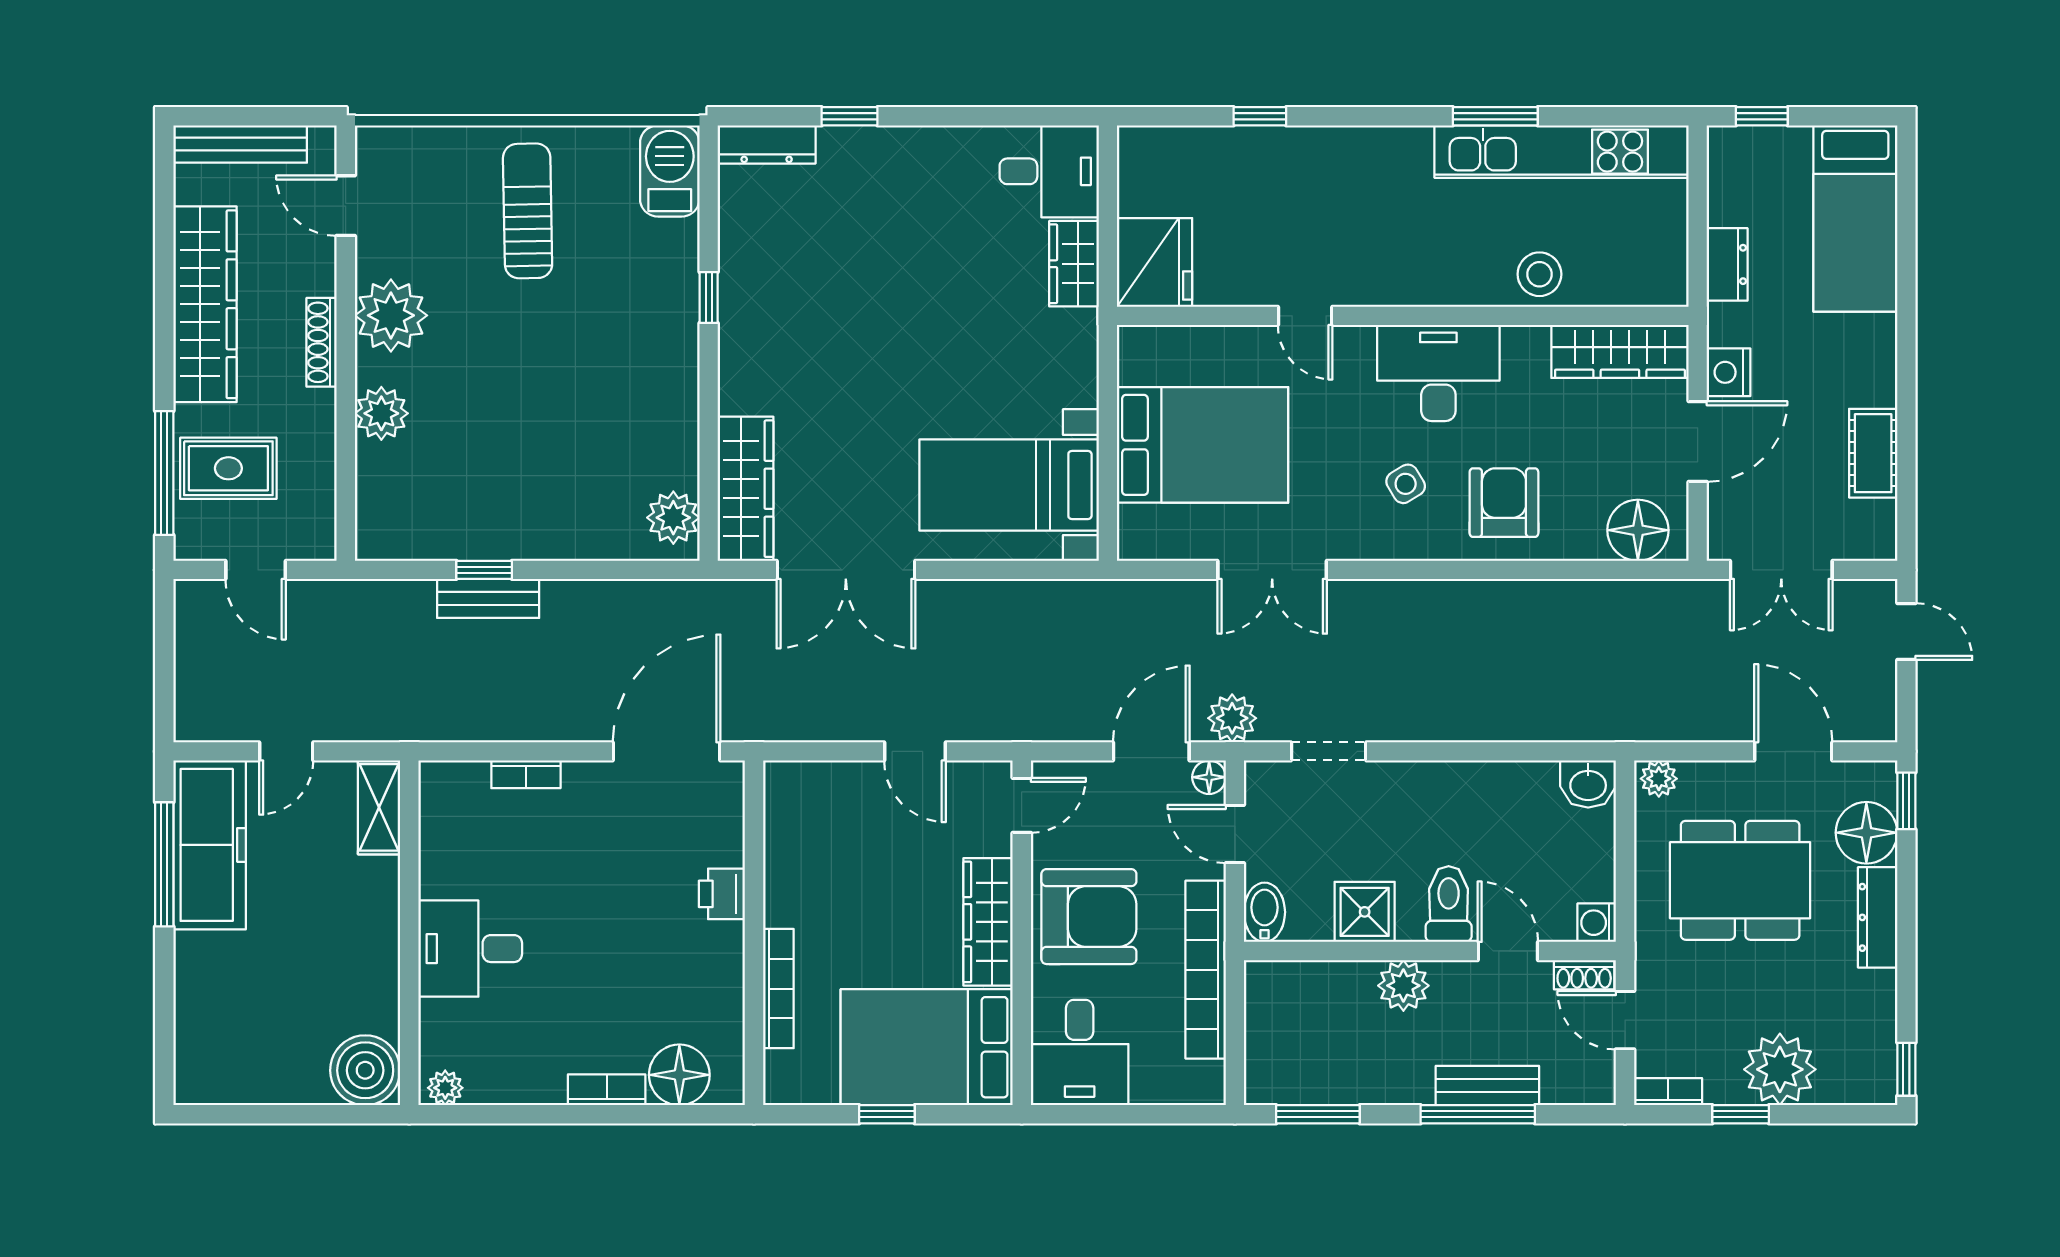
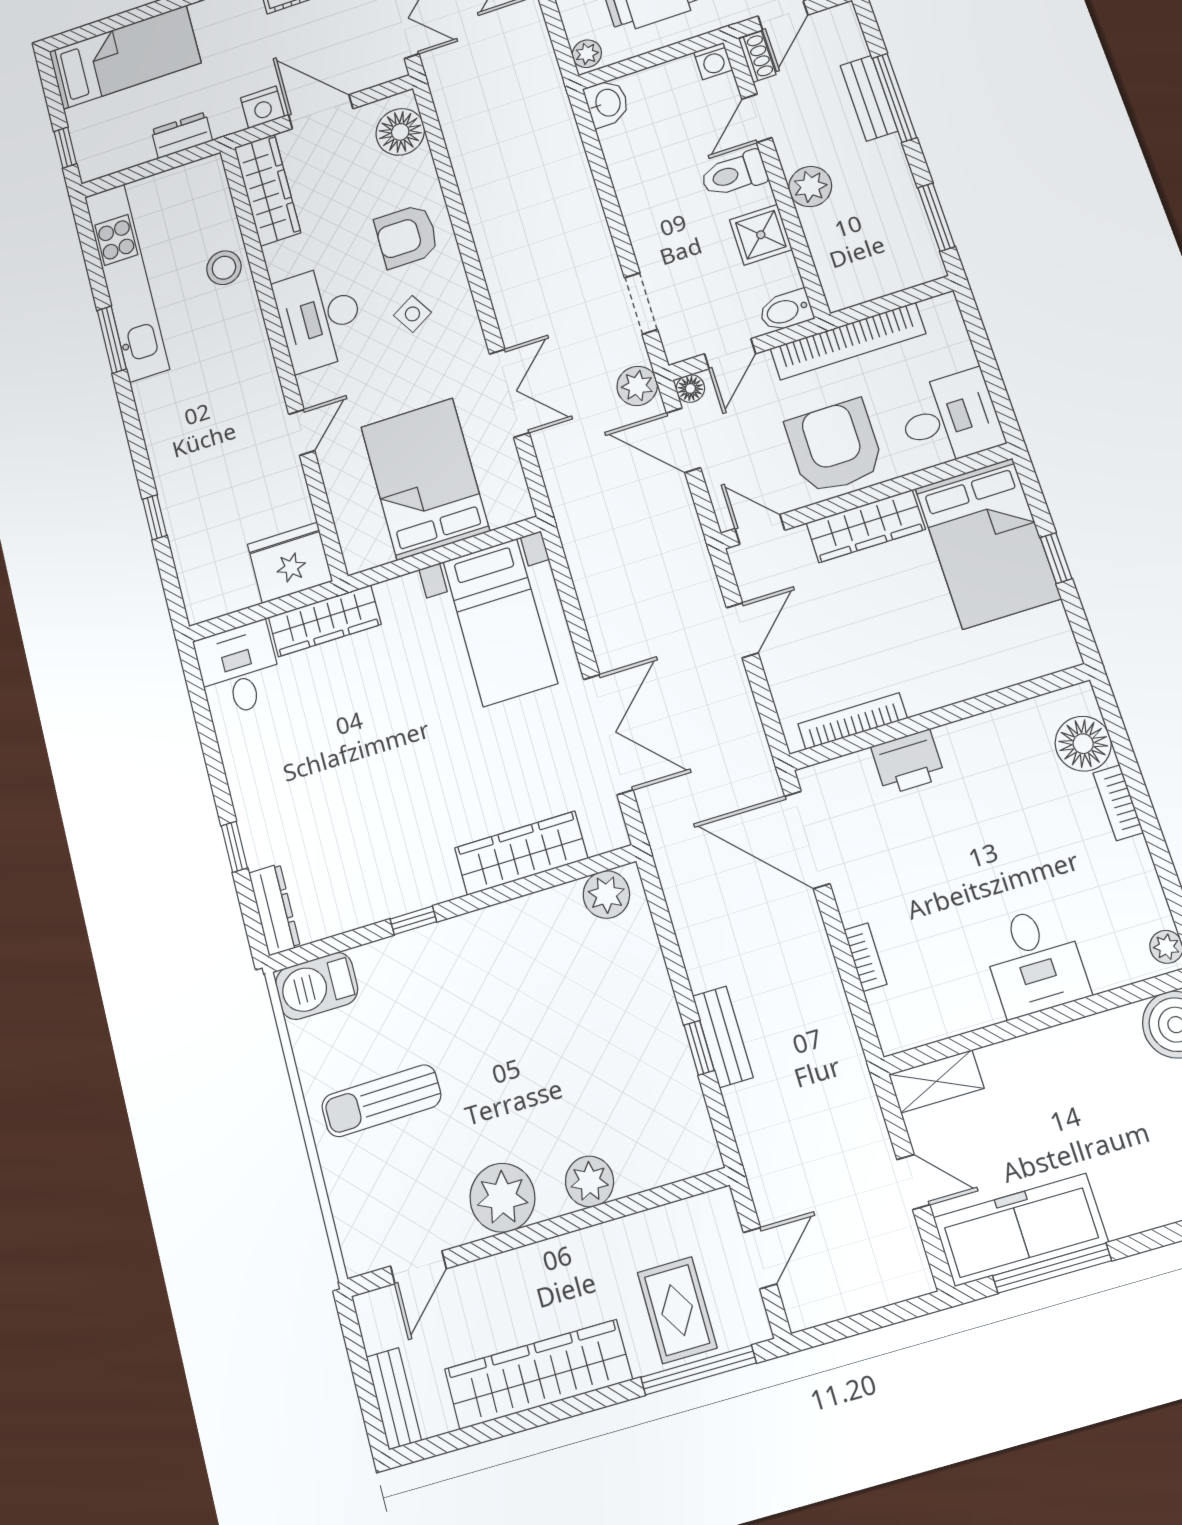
bench: (240, 144) -> (394, 1399), width x0.73
wardrobe: (1074, 264) -> (325, 621), width x1.50
shoe rack: (322, 342) -> (543, 1255), removed
wardrobe: (746, 489) -> (521, 853), moved
printer: (722, 894) -> (908, 762), width x1.36, depth x1.24
bookcase: (778, 989) -> (853, 721), moved

